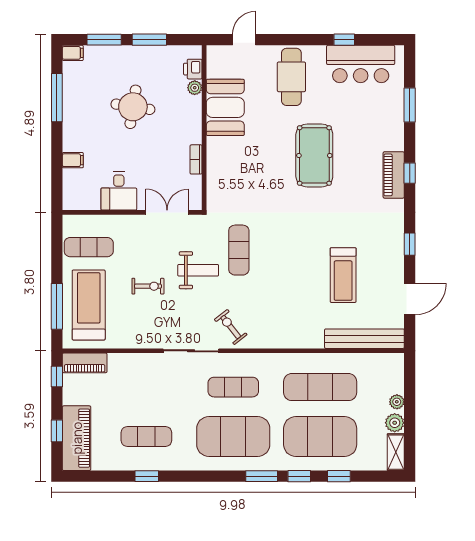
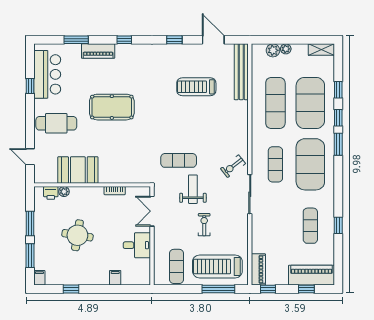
window: (57, 98) -> (71, 289), width x0.46
piano: (394, 175) -> (98, 51), moved
treadmill: (343, 275) -> (196, 87), turned 180
plant: (395, 423) -> (273, 50), moved

